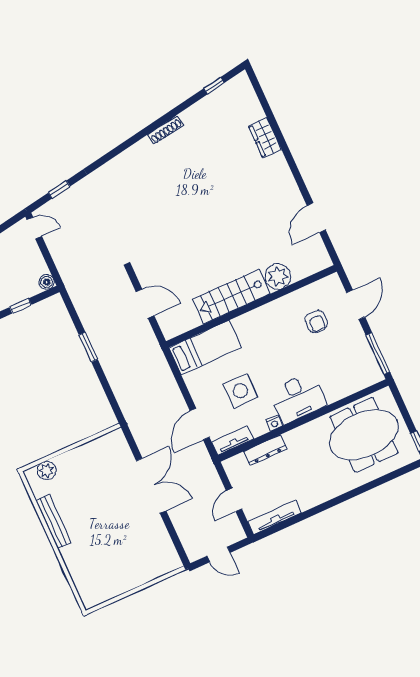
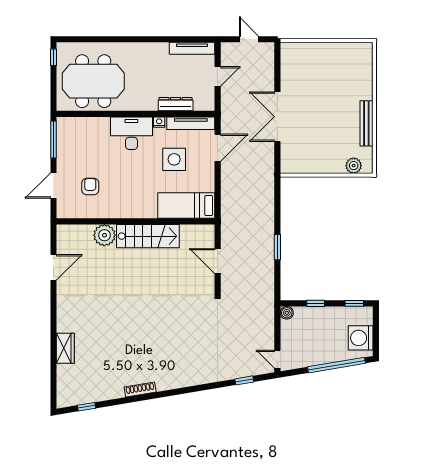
tv unit: (233, 440) -> (191, 123), width x1.41

